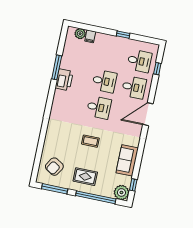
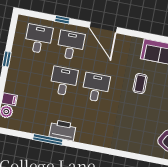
window: (157, 69) -> (62, 20), moved
coffee table: (90, 141) -> (140, 84), moved

